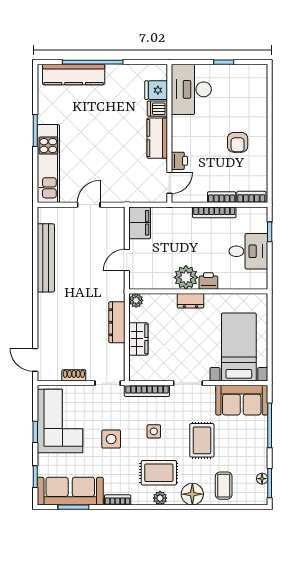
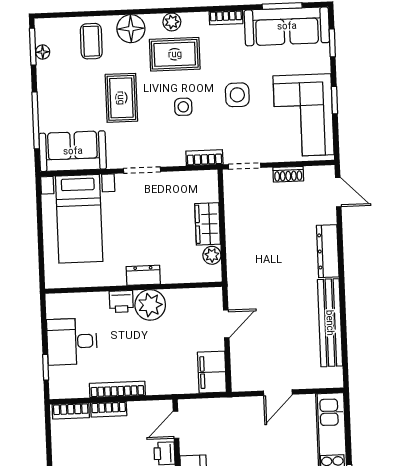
plant: (136, 300) -> (212, 255), moved
dresser: (117, 322) -> (328, 251), moved, turned 180
bookcase: (147, 391) -> (204, 158), width x0.64

